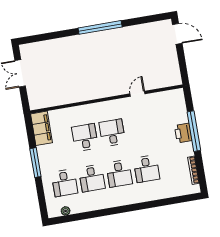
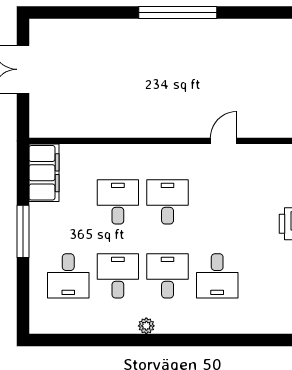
desk: (119, 173) -> (168, 276), turned 180
desk: (92, 178) -> (118, 276), turned 180
plant: (66, 211) -> (146, 326), moved

